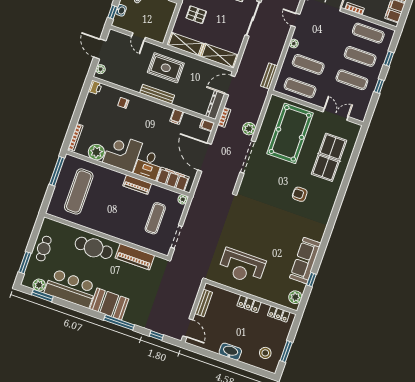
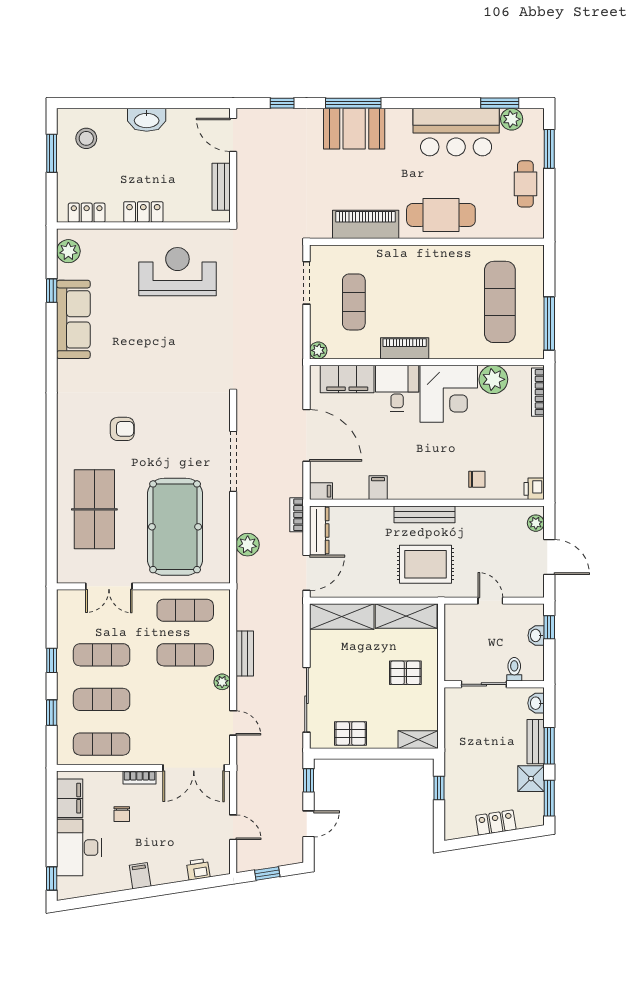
bench: (269, 76) -> (245, 654), moved
plant: (249, 129) -> (248, 545), moved
booth: (109, 304) -> (354, 129), moved

